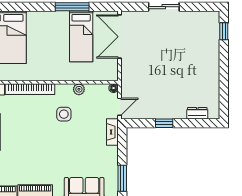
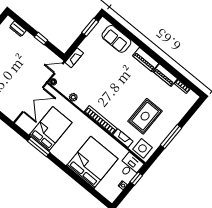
bed: (81, 36) -> (51, 129), width x1.50
double door: (119, 37) -> (33, 100), moved
side table: (64, 114) -> (93, 90), removed

